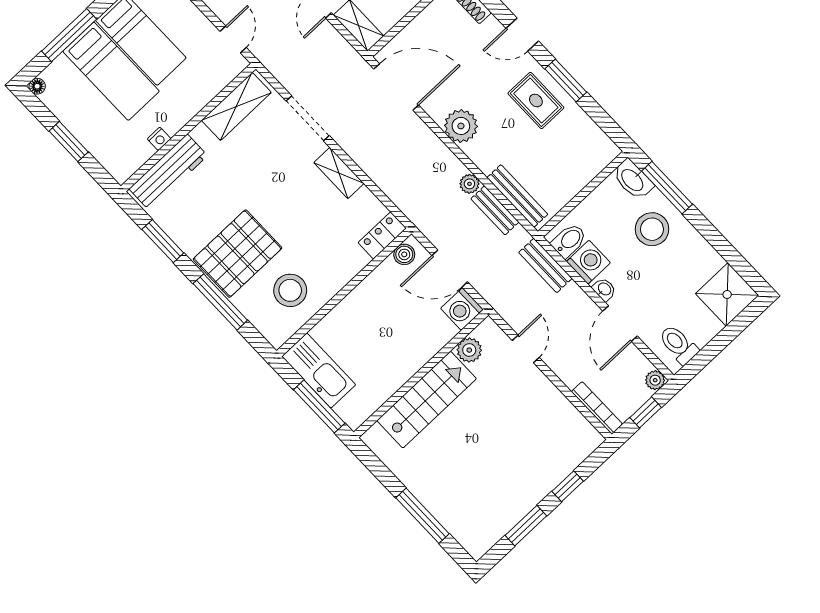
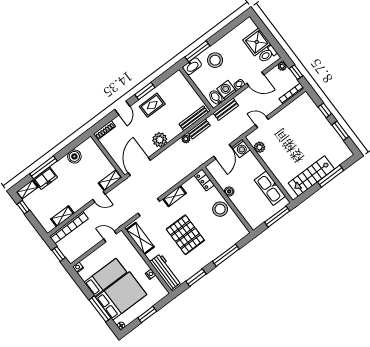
bed: (111, 71) -> (121, 296), width x1.50
pallet: (238, 254) -> (185, 235), moved
boiler: (404, 254) -> (229, 191), moved
stool: (290, 290) -> (220, 209), moved
shower: (727, 294) -> (257, 42), moved
kitchen sink: (319, 370) -> (270, 188), moved, turned -90
stairs: (427, 400) -> (311, 176), moved, turned -90

